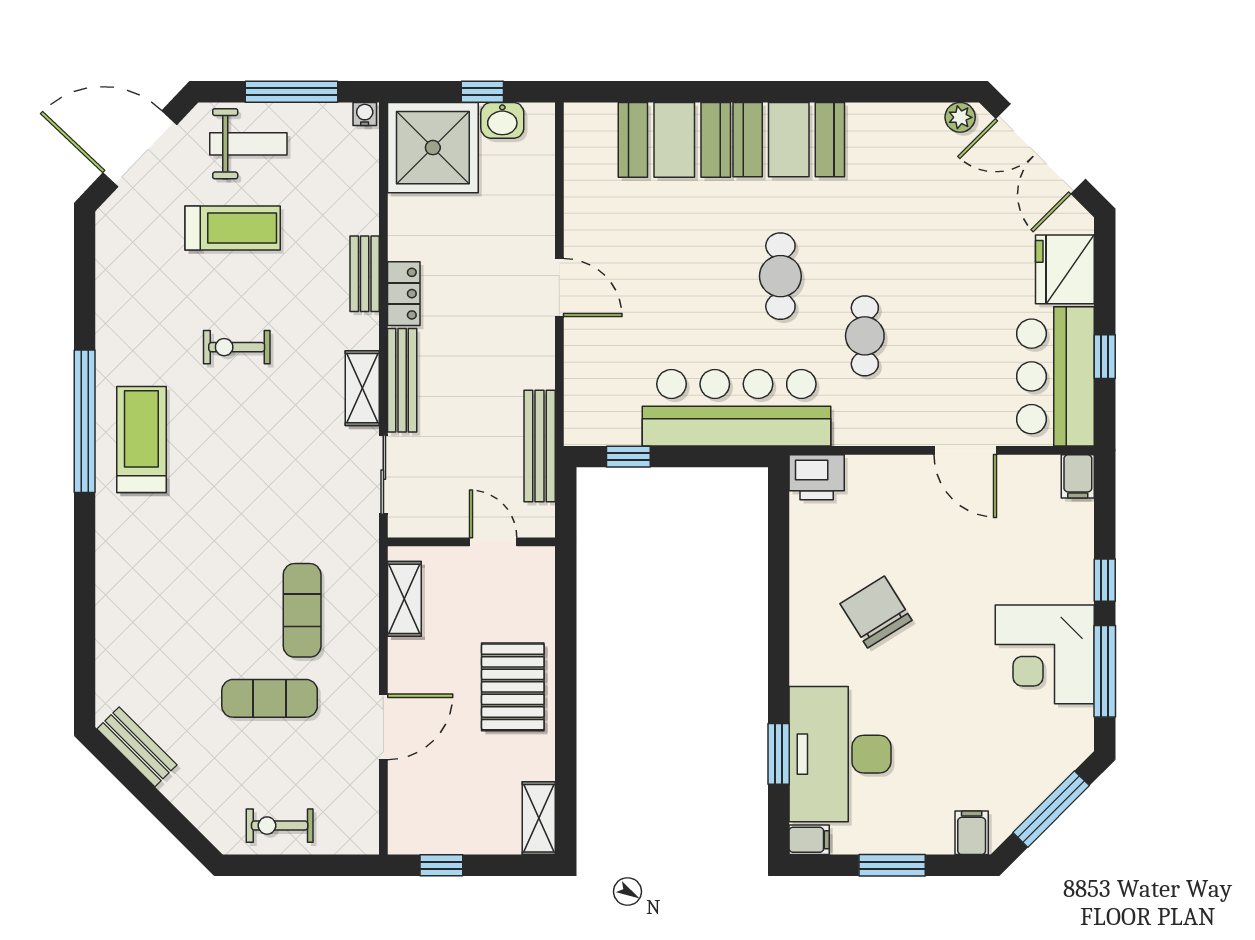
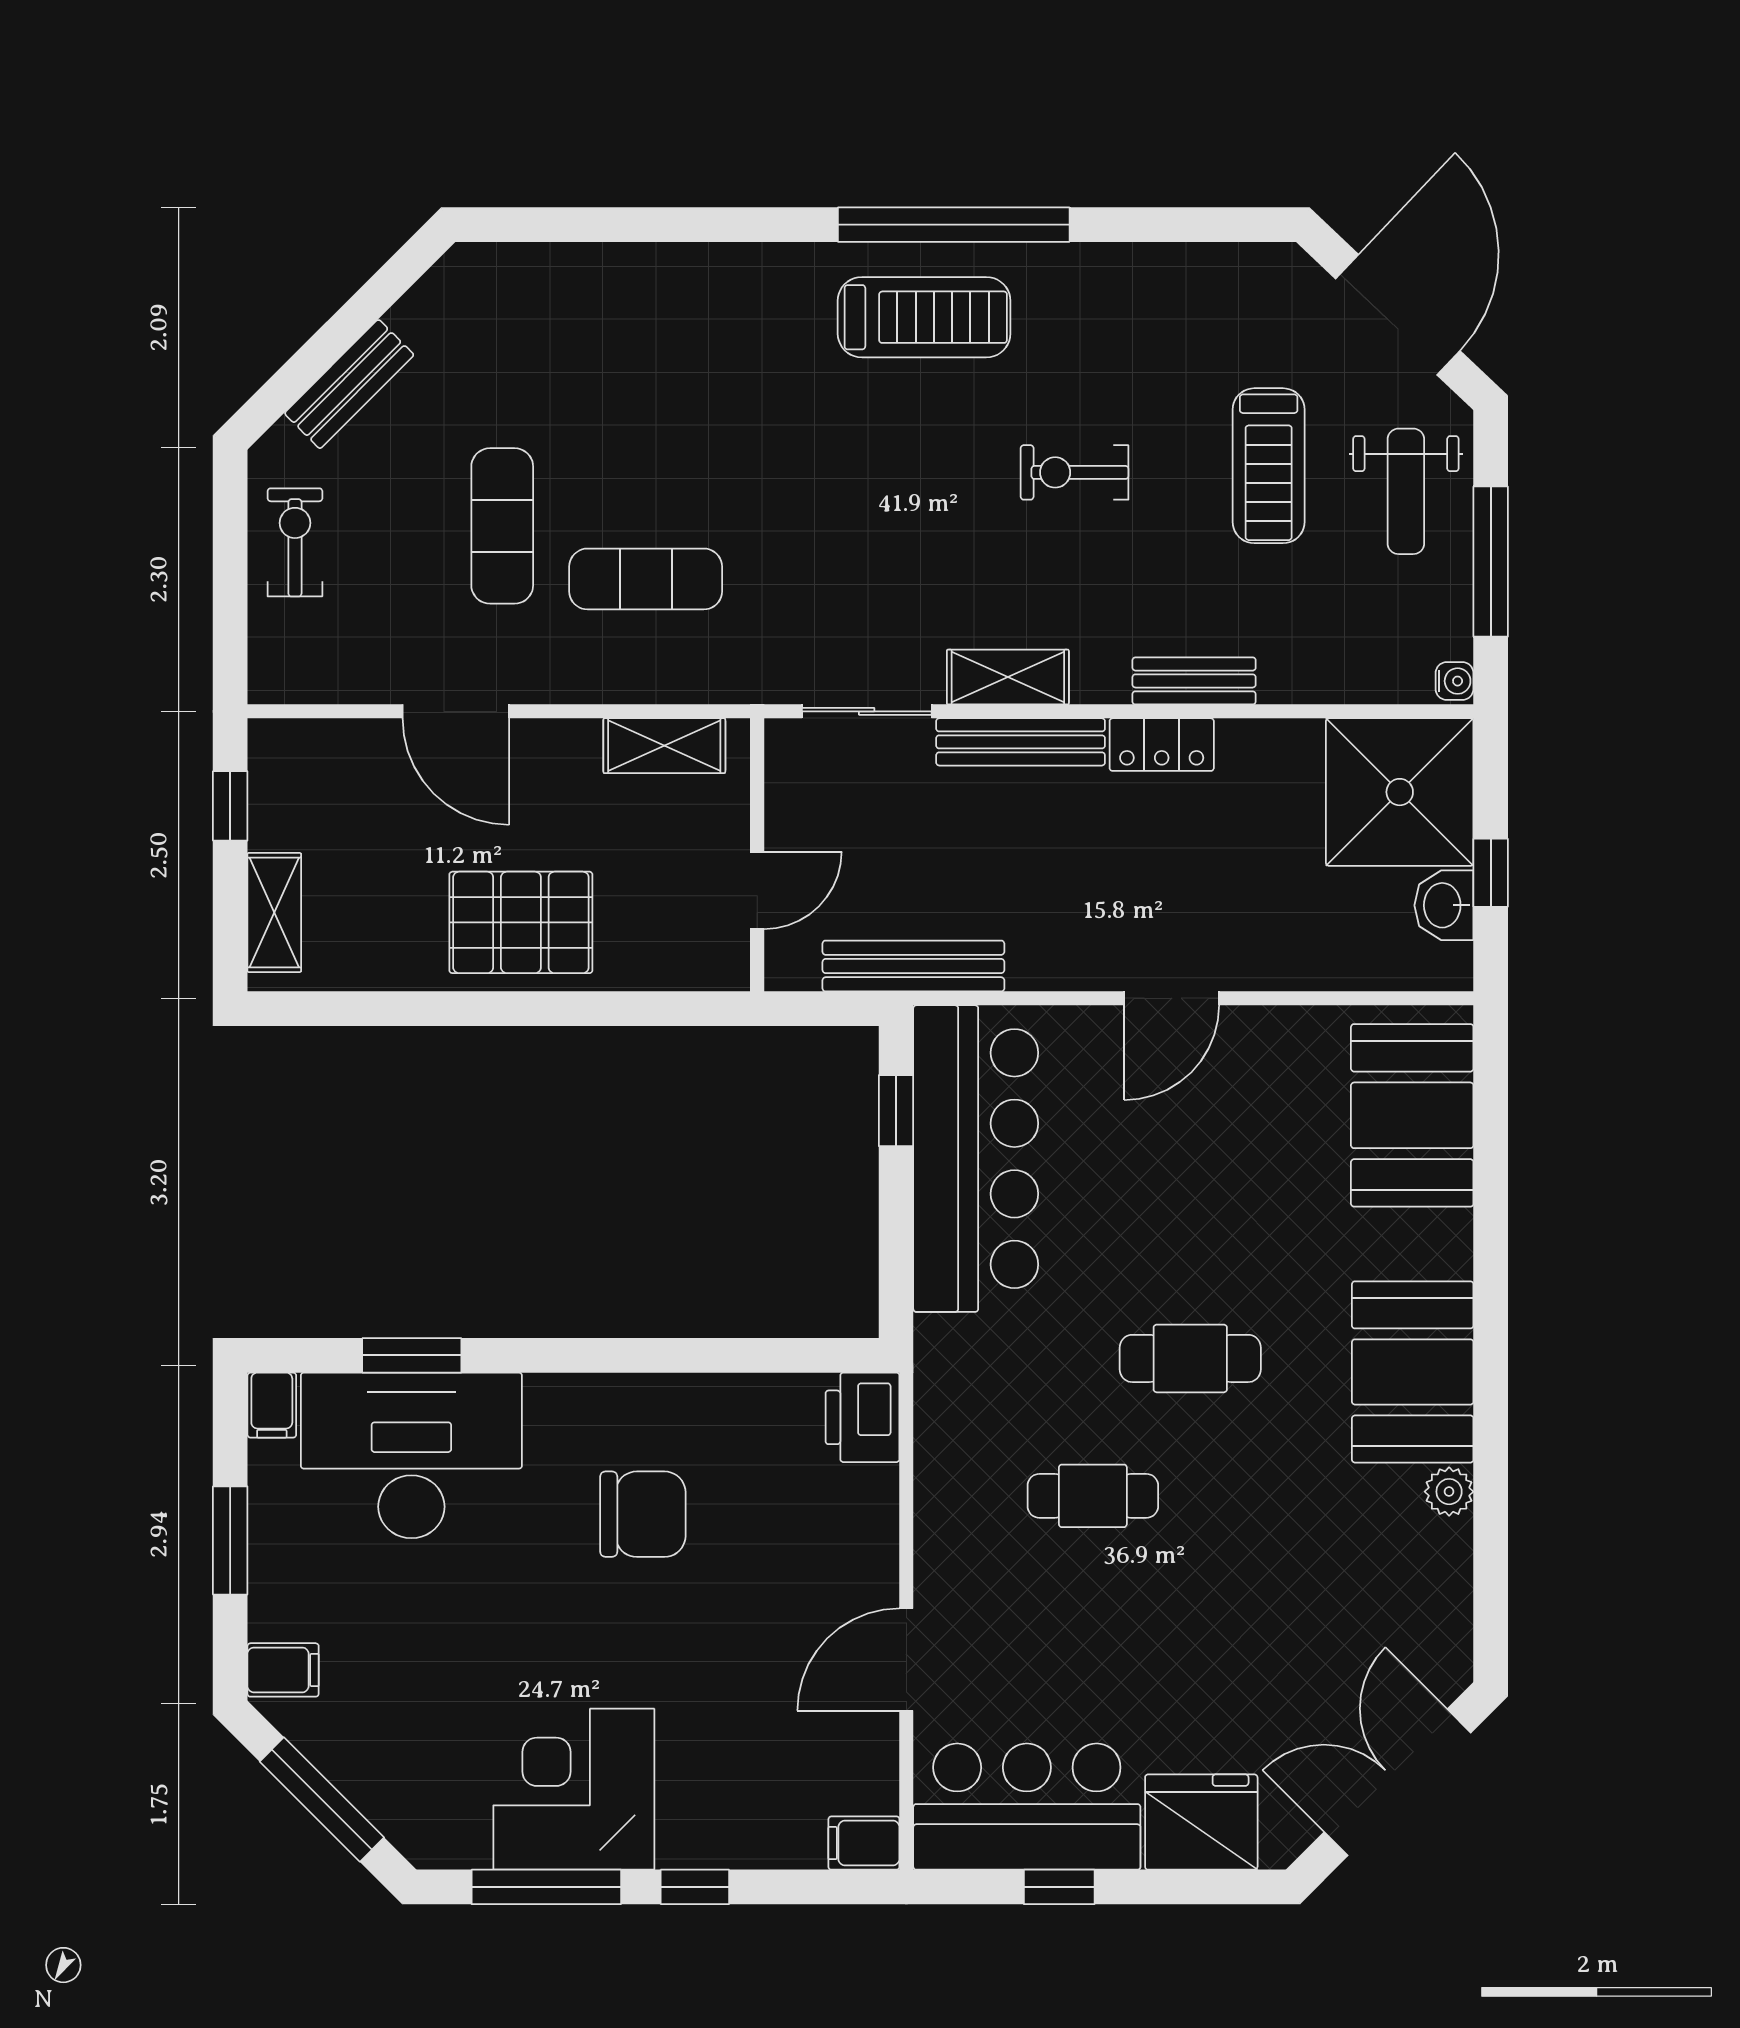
plant: (960, 117) -> (1449, 1492), moved
booth: (674, 140) -> (1412, 1115), moved
exercise bike: (237, 347) -> (1075, 472), turned -90
bar counter: (736, 408) -> (976, 1159), moved
chair: (876, 612) -> (643, 1514), turned 32
bench: (137, 747) -> (349, 384), moved
shelving: (539, 818) -> (274, 912), moved, turned 90

